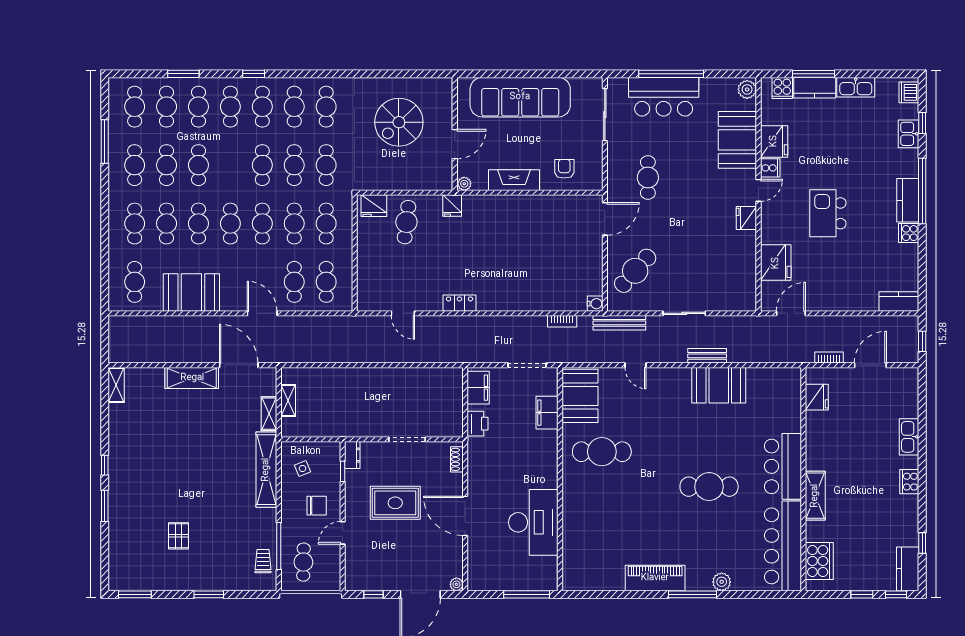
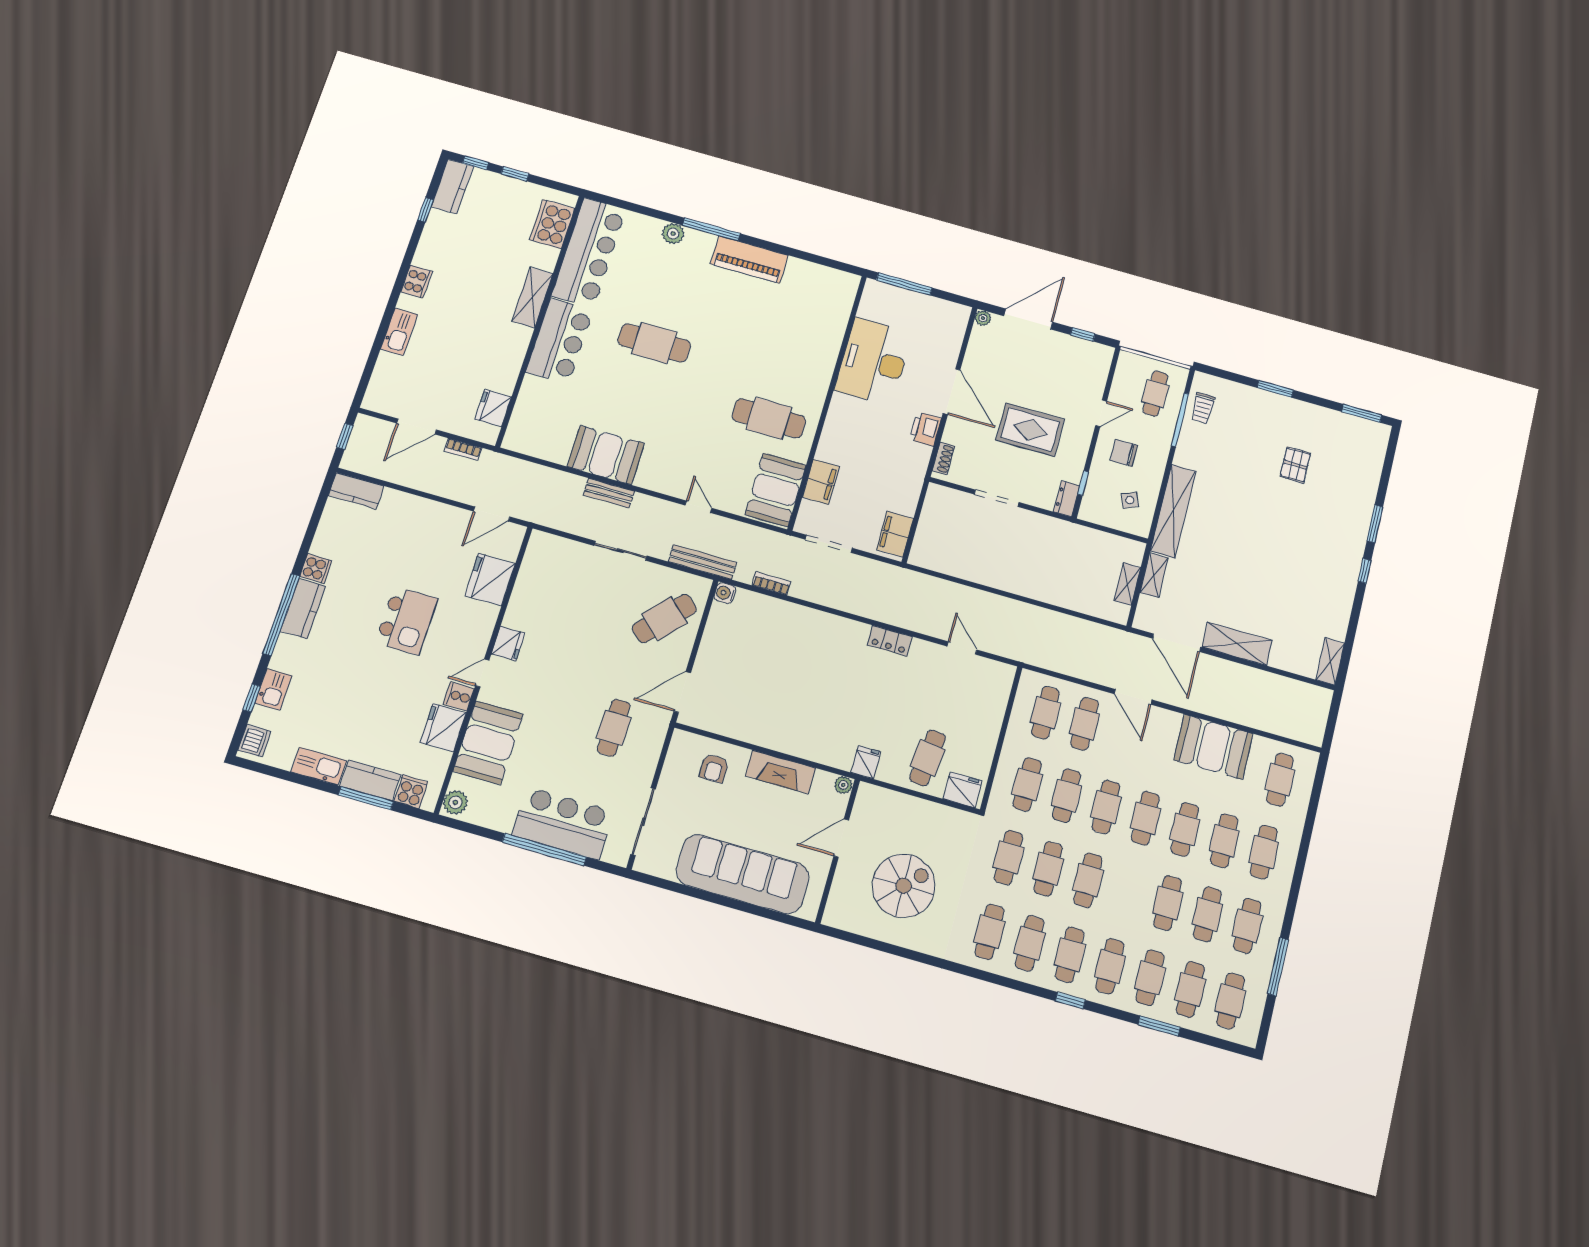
printer: (478, 424) -> (925, 429), moved

